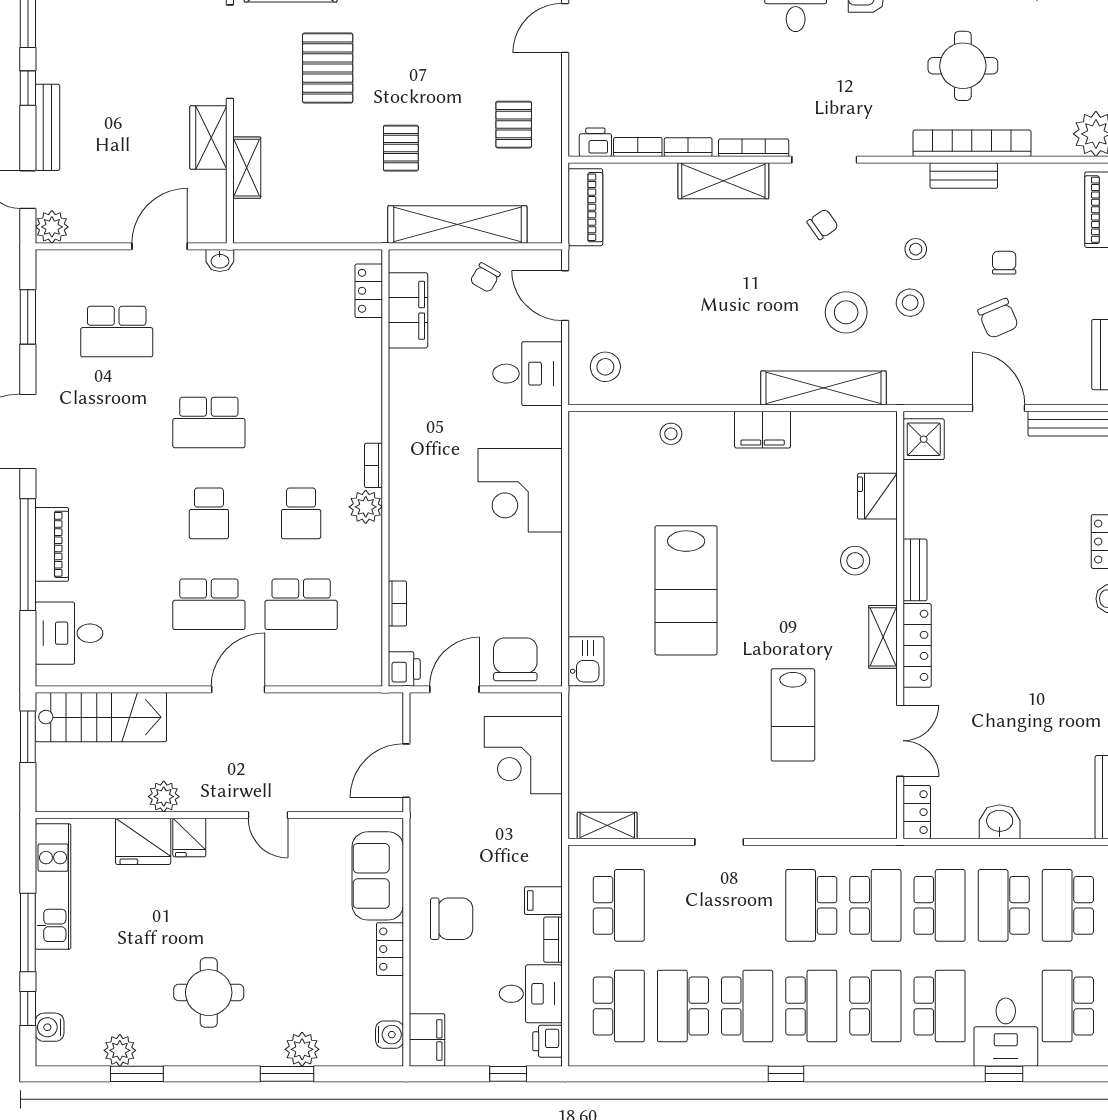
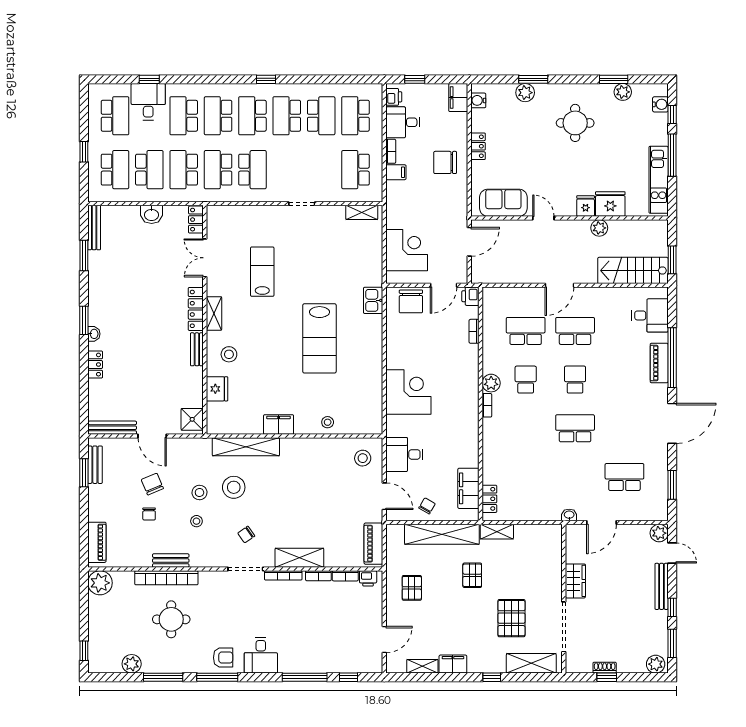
shelving: (247, 168) -> (497, 532), moved, turned 90
lab bench: (686, 590) -> (319, 338), turned 180
sofa: (378, 876) -> (503, 203), moved, turned -90

